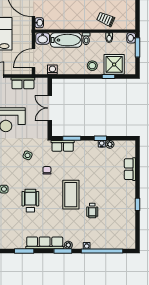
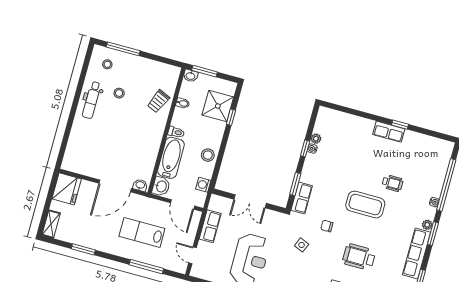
stool: (92, 66) -> (208, 155), moved
row of seats: (130, 169) -> (389, 132), moved

